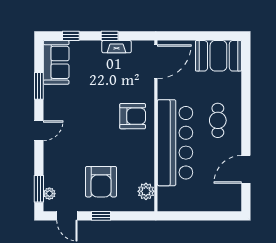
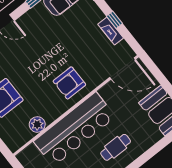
armchair: (133, 116) -> (69, 83), turned 90
plant: (146, 191) -> (37, 124), moved

